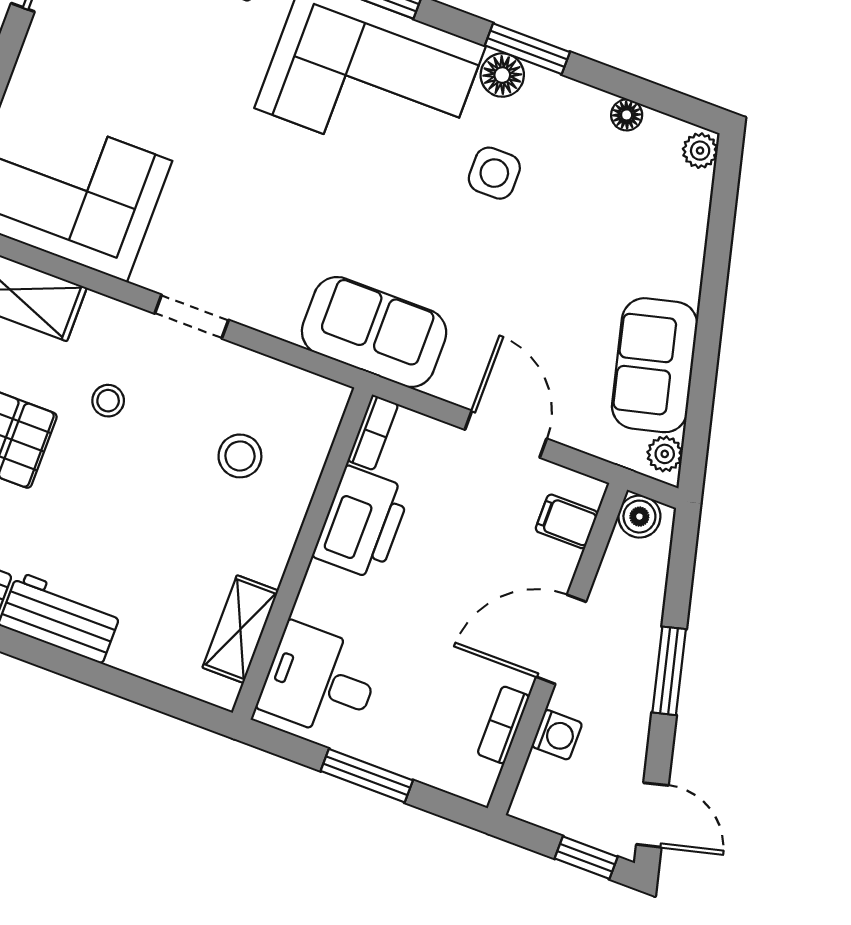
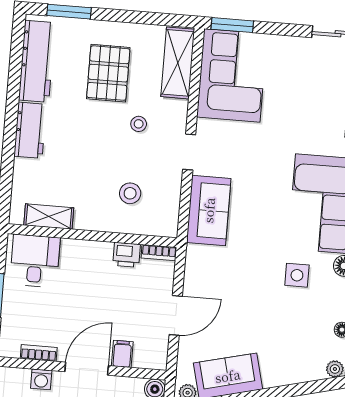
sofa: (374, 332) -> (209, 210), moved
filing cabinet: (567, 521) -> (122, 354), moved
printer: (362, 523) -> (127, 255), width x0.53, depth x0.68
door: (561, 639) -> (87, 369), hinge flipped

